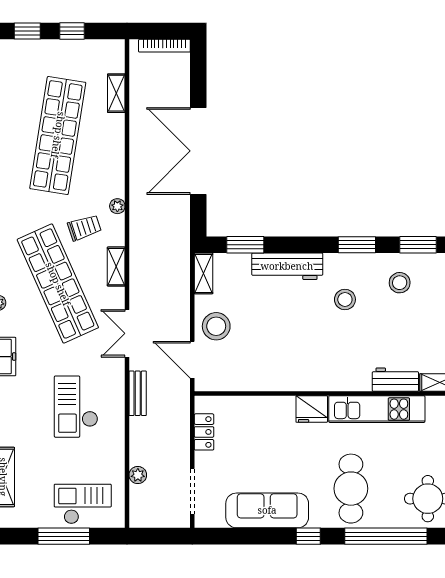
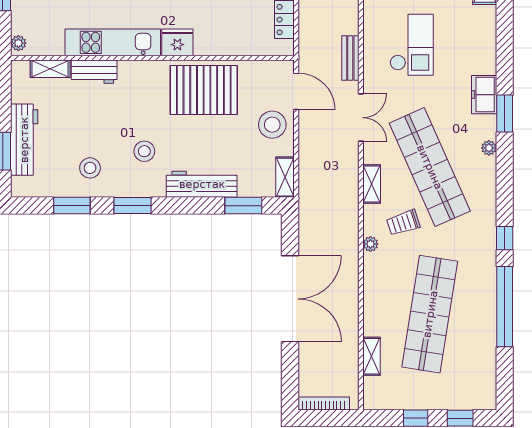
pallet: (285, 361) -> (204, 90), added

